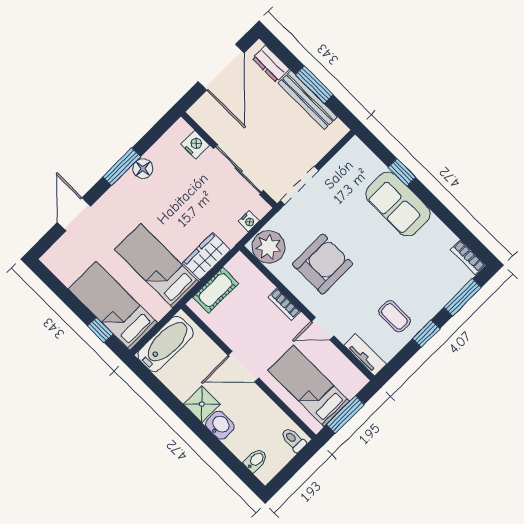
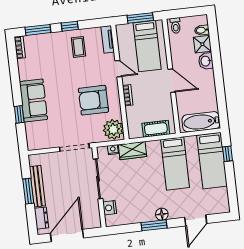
floor lamp: (143, 169) -> (162, 214), moved
wardrobe: (207, 256) -> (133, 150), moved
shower: (202, 404) -> (202, 44), moved

